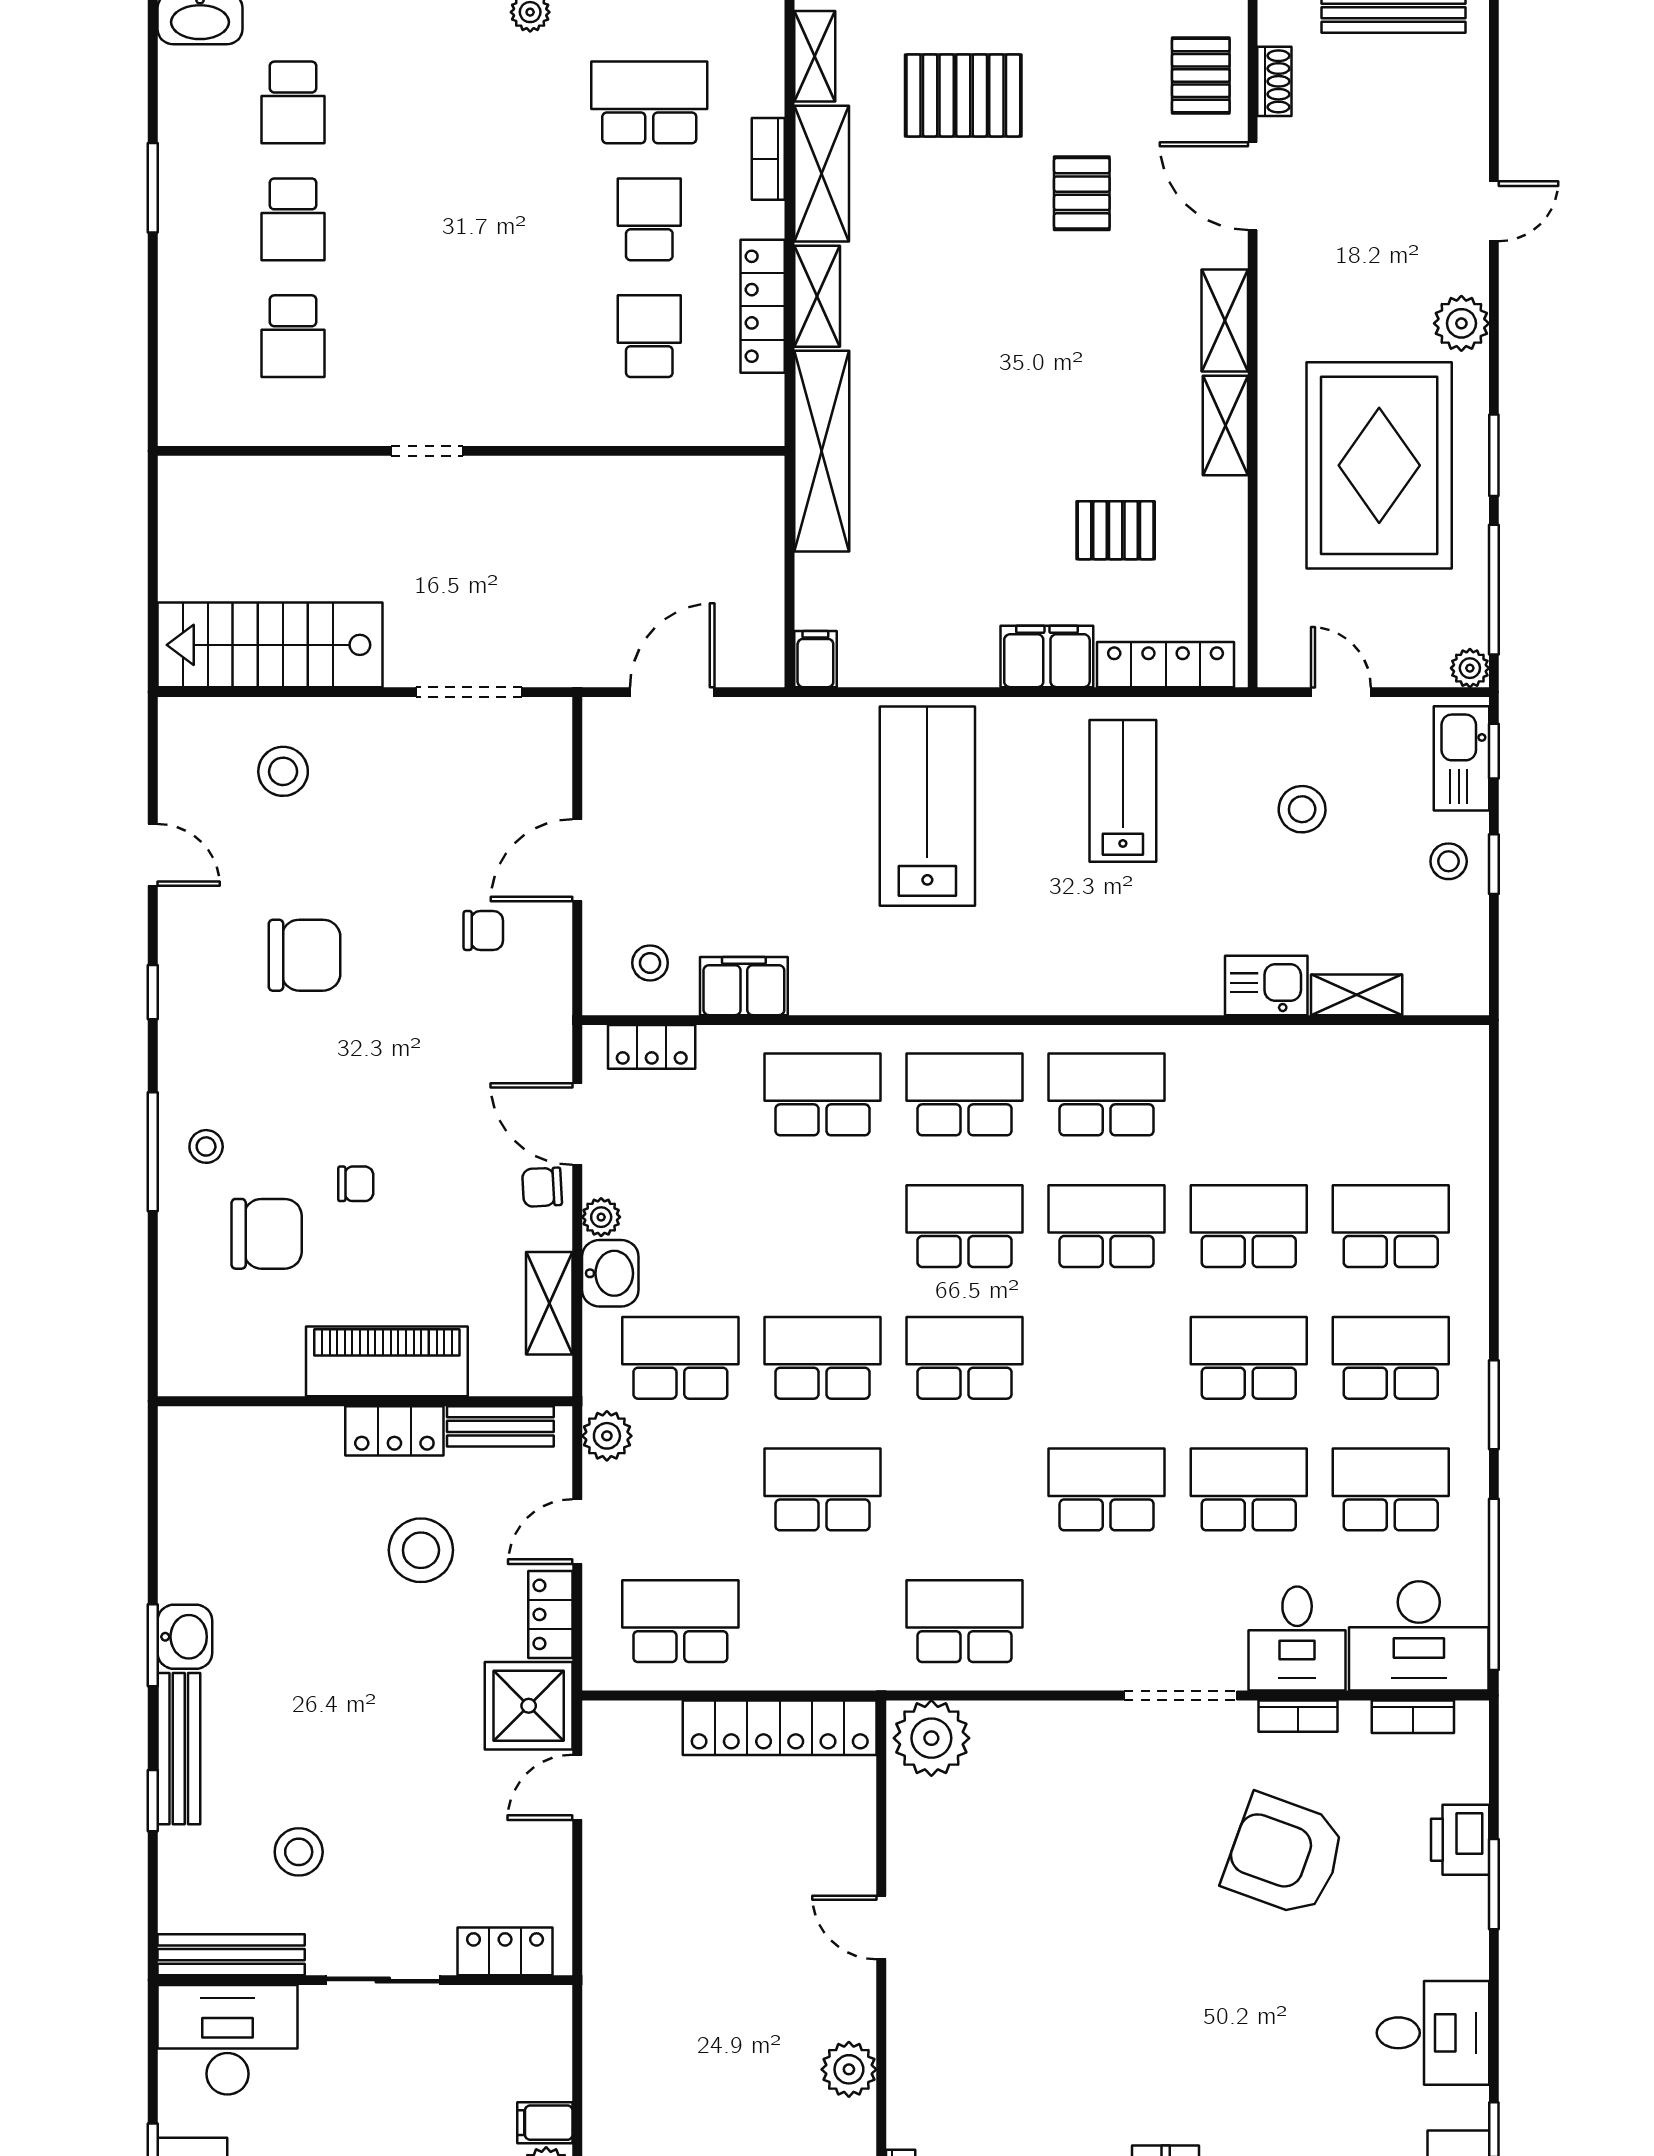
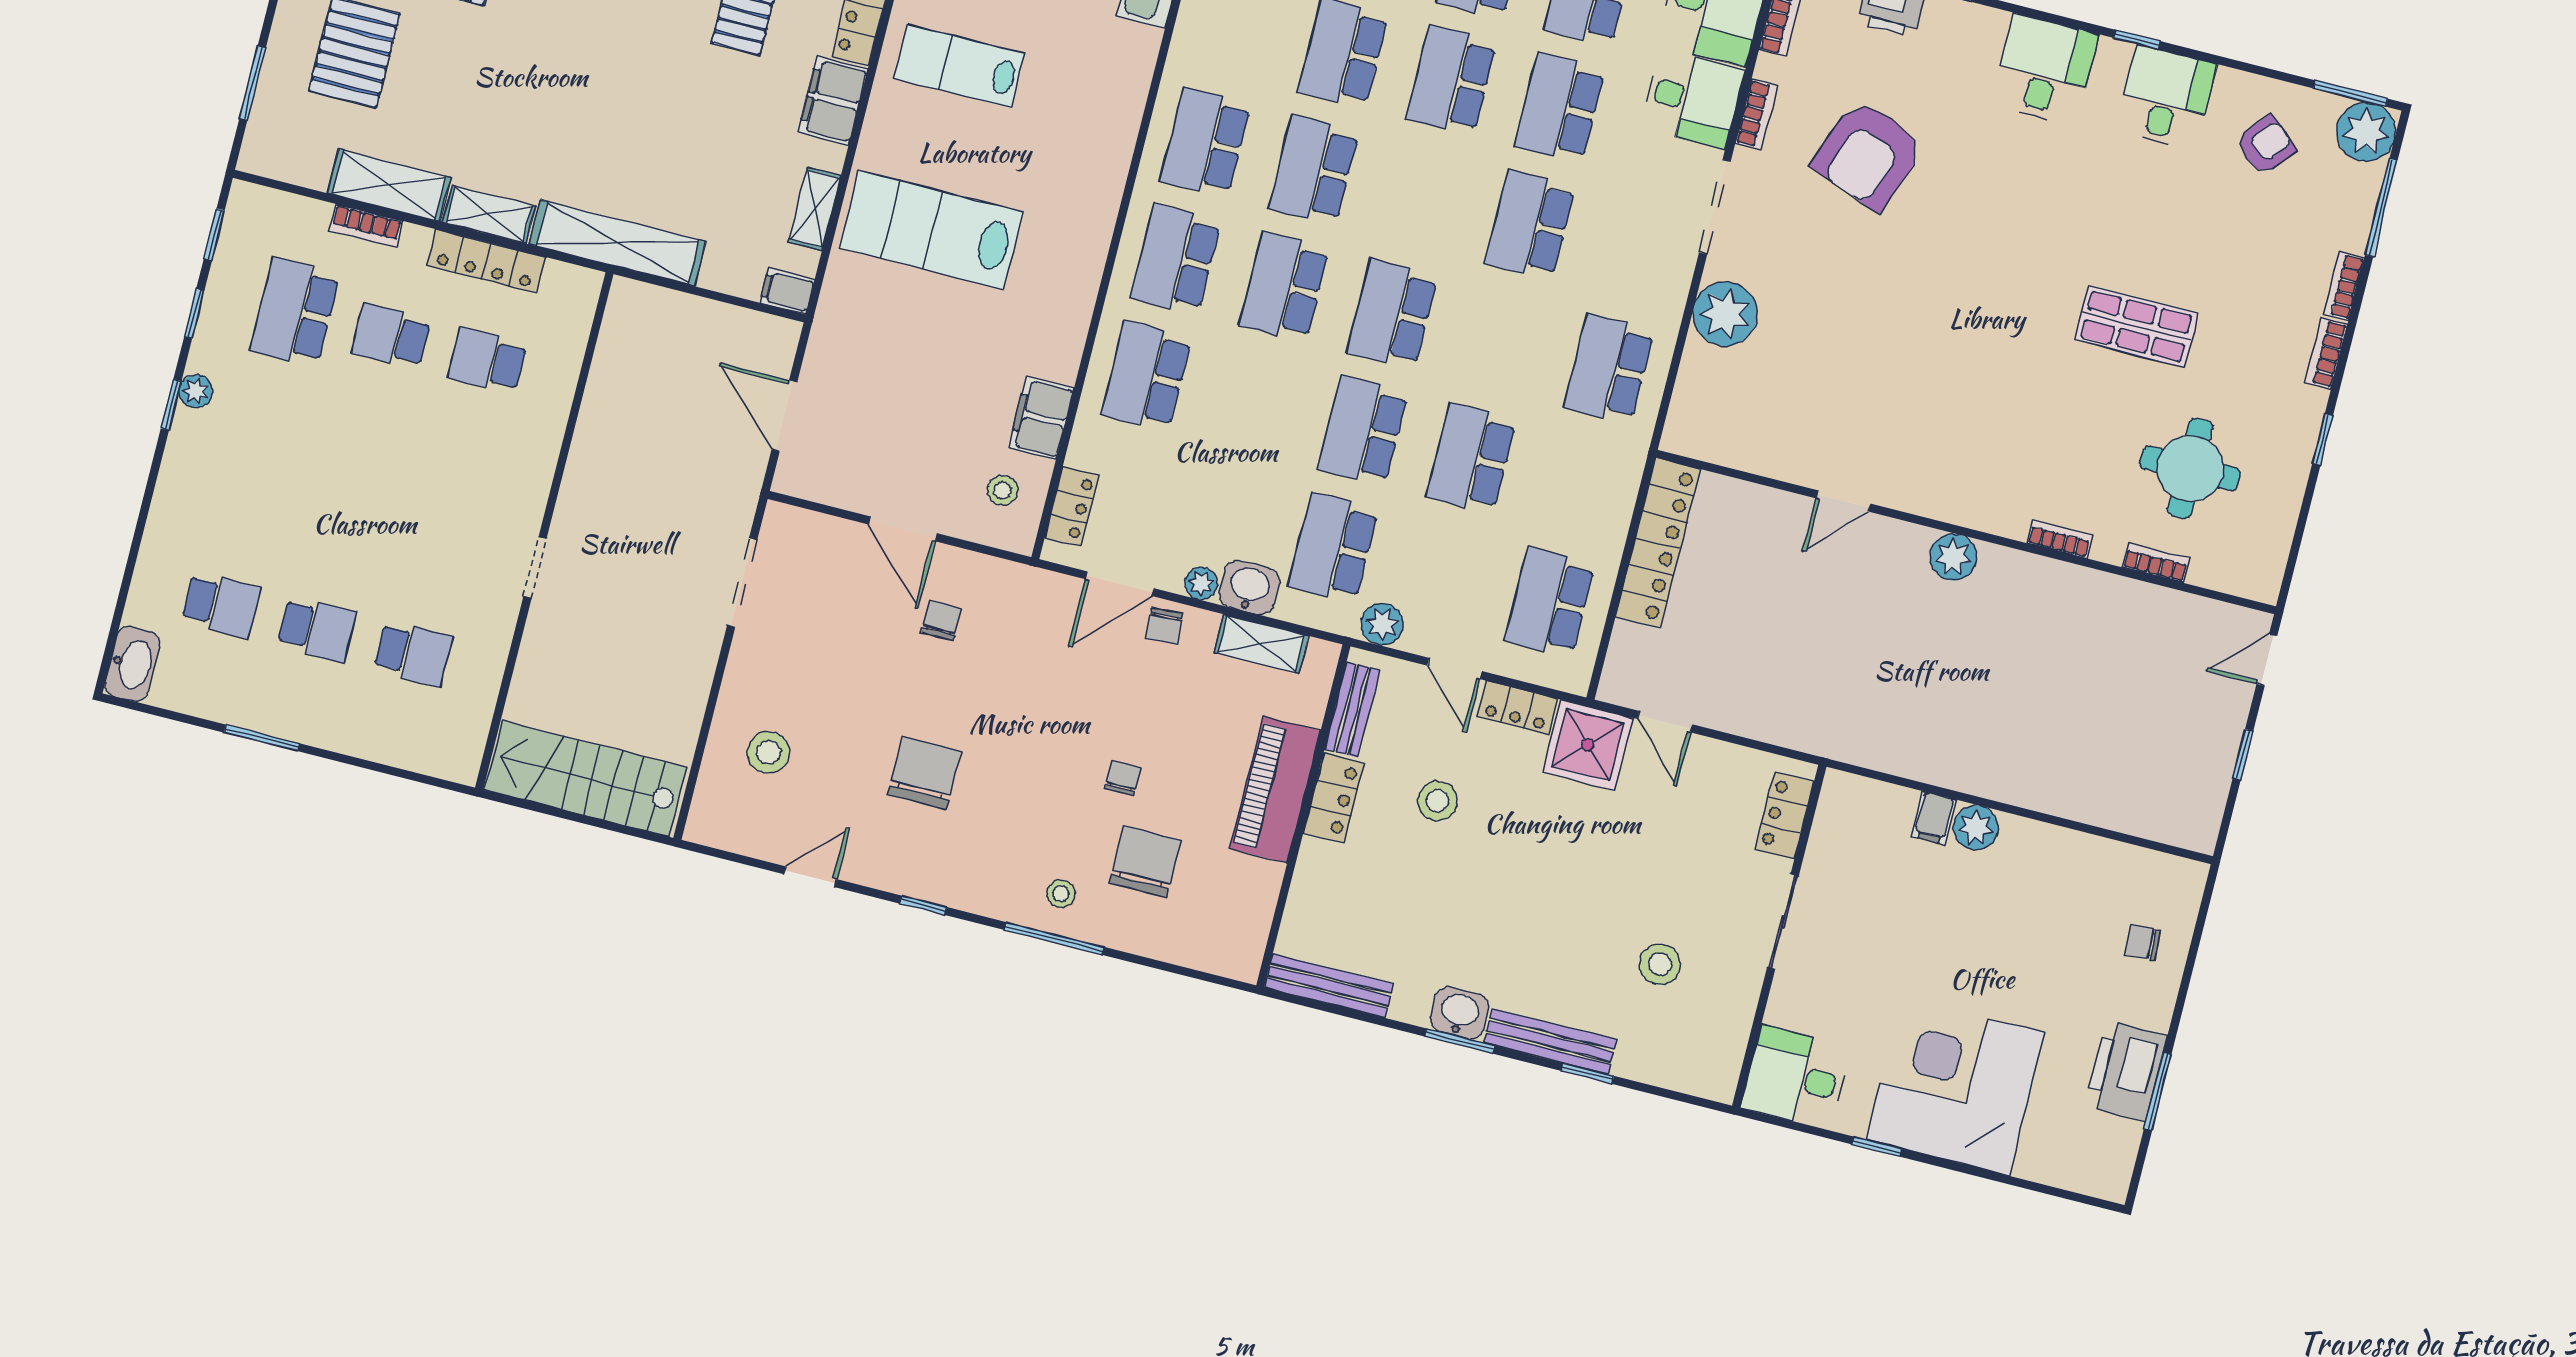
shelving: (815, 56) -> (815, 209), moved, turned 90
stairs: (270, 645) -> (585, 779), moved, turned 90
stool: (421, 1550) -> (1438, 801), width x0.73, depth x0.73
plant: (931, 1738) -> (1725, 314), moved
bench: (231, 1955) -> (1329, 986), moved, turned 90
desk: (227, 2040) -> (1796, 1077), width x0.73

